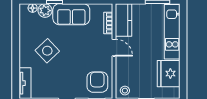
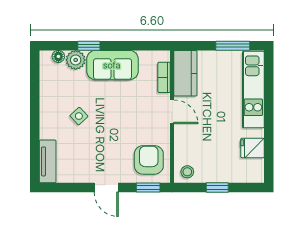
side table: (47, 51) -> (79, 116), width x0.54, depth x0.54
fridge: (169, 74) -> (252, 148), width x0.53, depth x0.75

